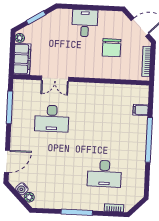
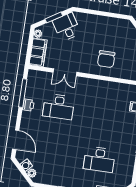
desk: (85, 23) -> (67, 27), moved, turned -32
chair: (112, 48) -> (106, 59), moved
printer: (17, 120) -> (28, 105), added
door: (7, 161) -> (16, 140), hinge flipped

